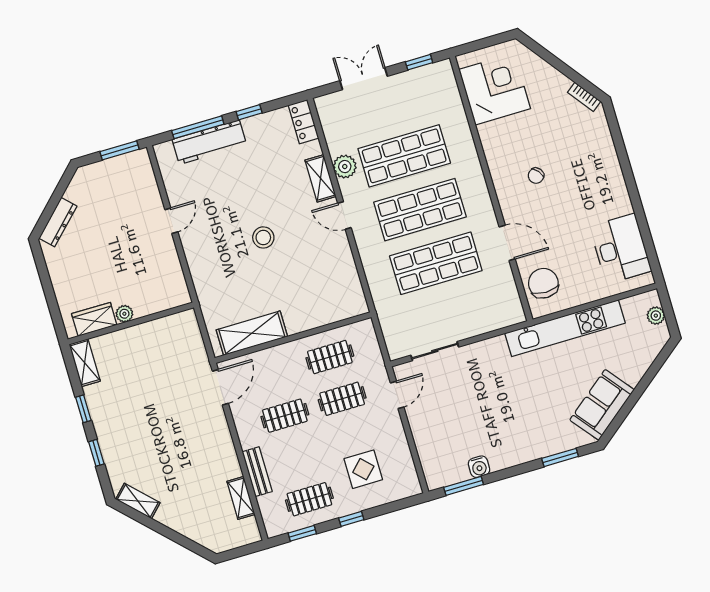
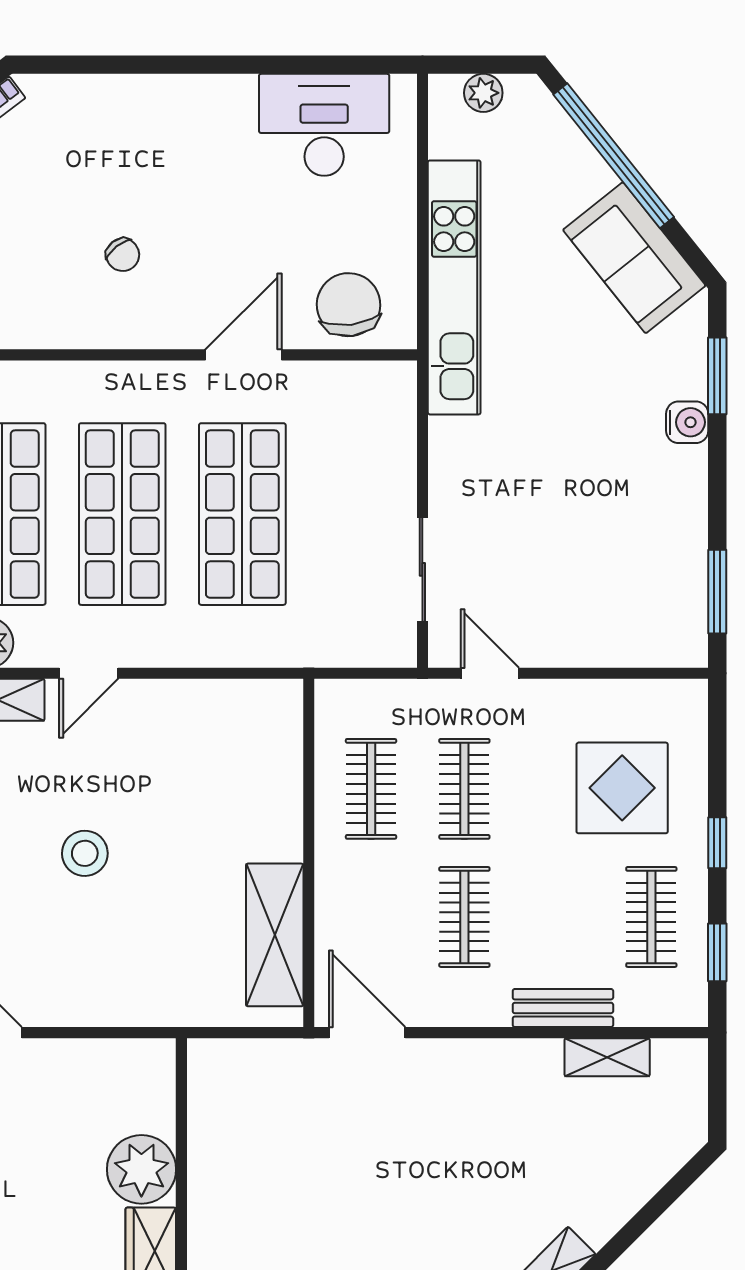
chair: (543, 283) -> (349, 305), turned 83
plant: (124, 314) -> (141, 1169), width x1.87, depth x1.87
window: (645, 382) -> (614, 156), added
water cooler: (479, 467) -> (687, 422), moved
display table: (363, 469) -> (622, 788), width x1.36, depth x1.36

